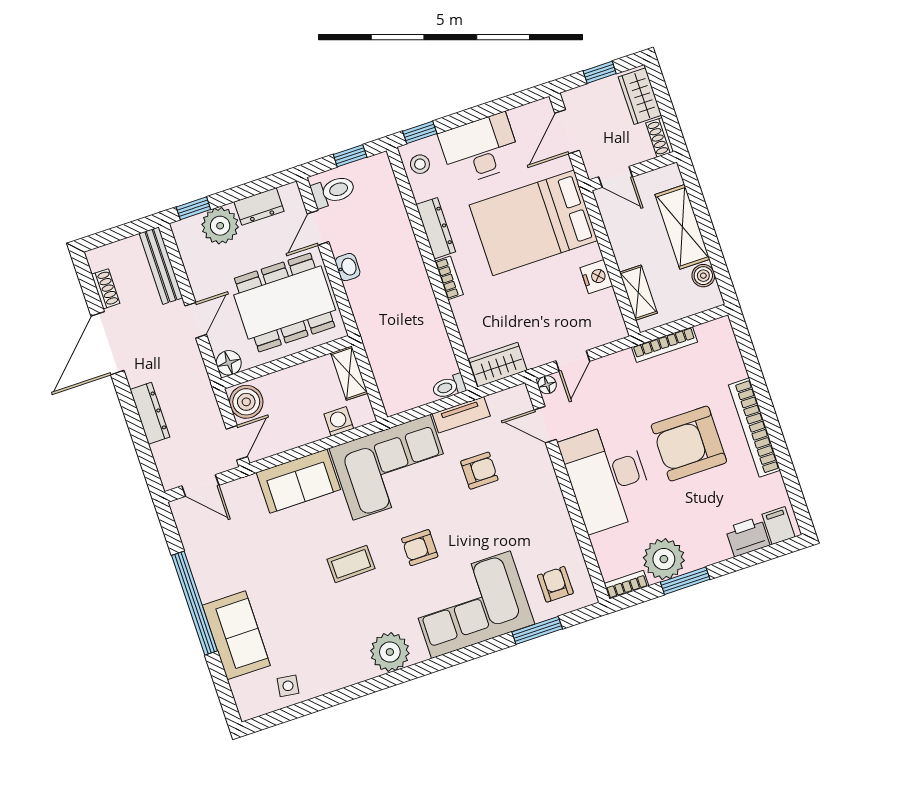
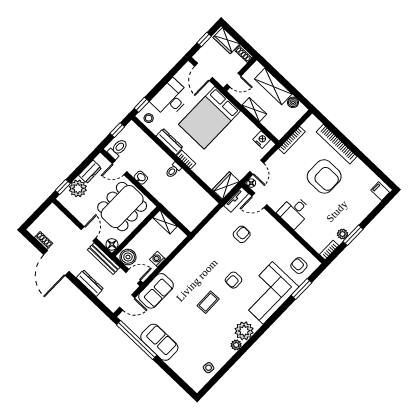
door: (318, 228) -> (120, 168), hinge flipped
bench: (161, 266) -> (104, 259), moved
nightstand: (596, 277) -> (262, 140), moved
shelving: (638, 293) -> (254, 110), moved
toilet: (449, 387) -> (173, 170), moved
tv unit: (461, 415) -> (236, 200), moved
washing machine: (339, 421) -> (157, 259), moved
bookcase: (754, 428) -> (337, 144), moved
door: (237, 443) -> (133, 276), hinge flipped
armchair: (689, 444) -> (324, 176), turned -90
corner sofa: (392, 467) -> (204, 252), removed
desk: (607, 477) -> (294, 212), width x0.53, depth x0.77
sofa: (298, 481) -> (156, 291), moved
printer: (748, 537) -> (370, 203), removed
plant: (664, 559) -> (343, 234), width x0.53, depth x0.53
window: (194, 603) -> (137, 340), moved
sofa: (236, 635) -> (159, 342), moved
plant: (361, 670) -> (236, 345), added

